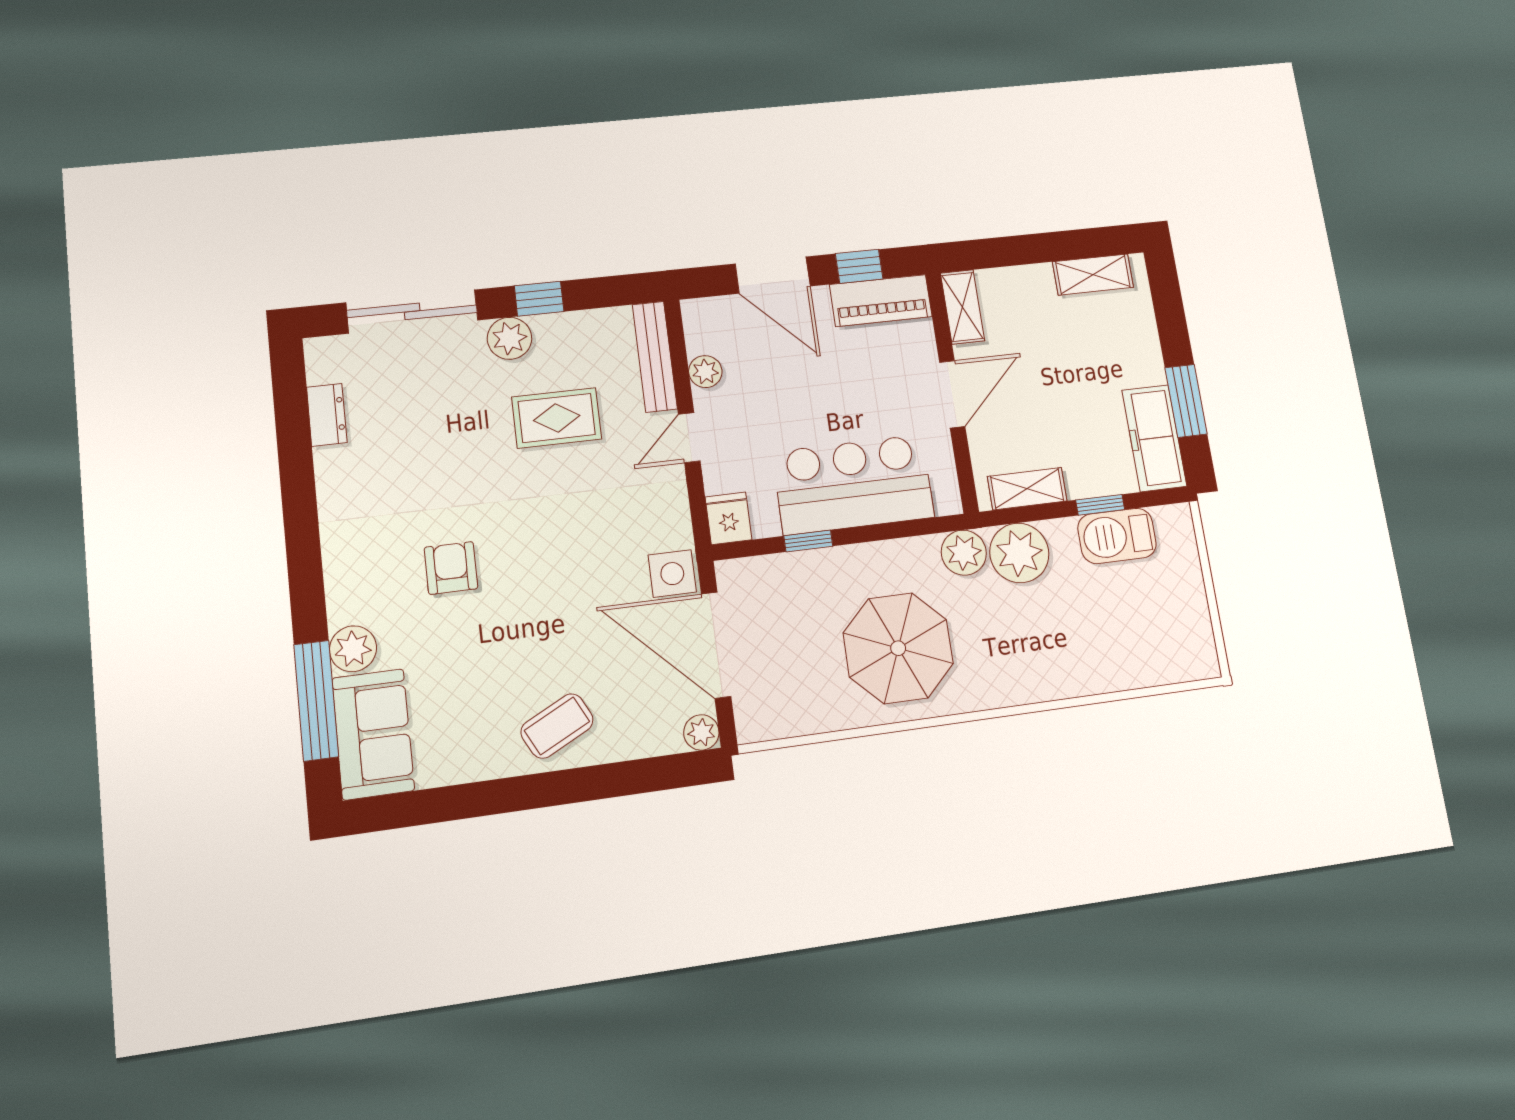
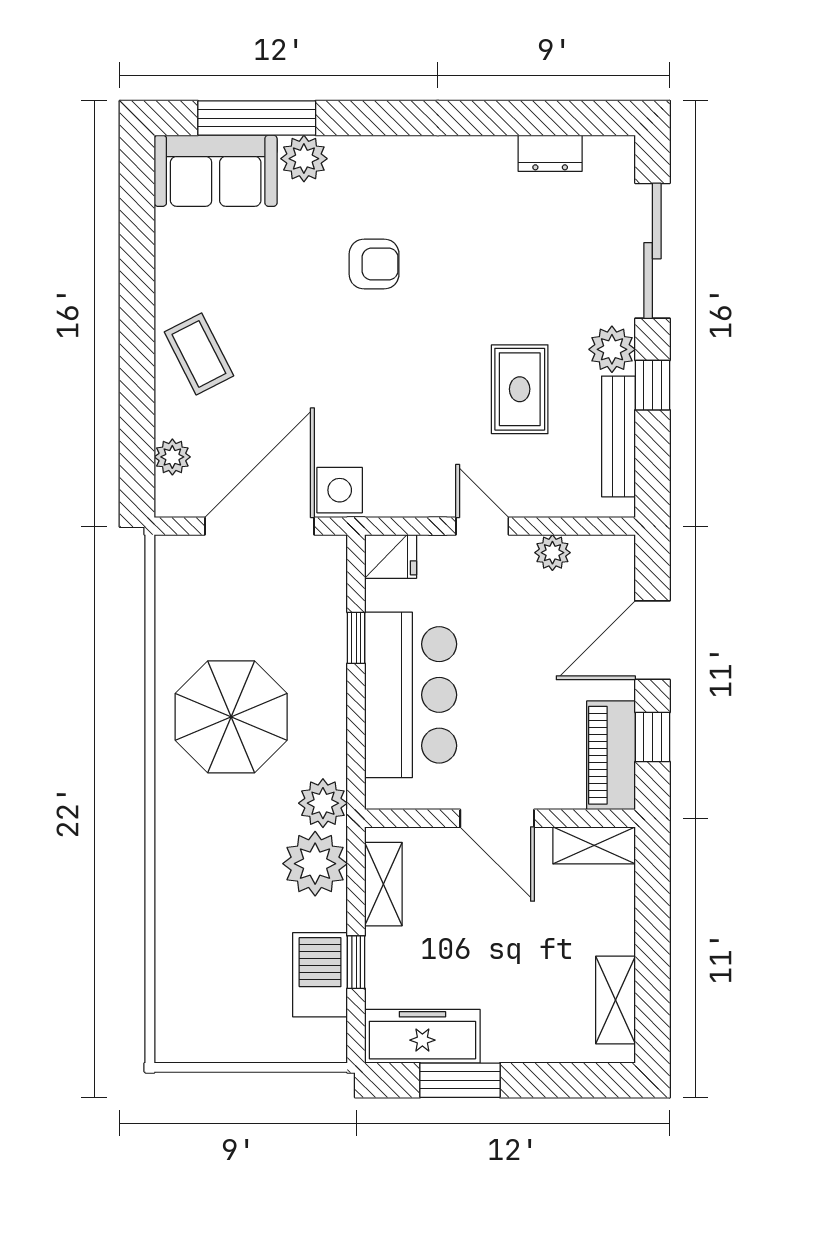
bench: (655, 357) -> (618, 436), moved, turned 90
plant: (701, 732) -> (172, 457), moved

